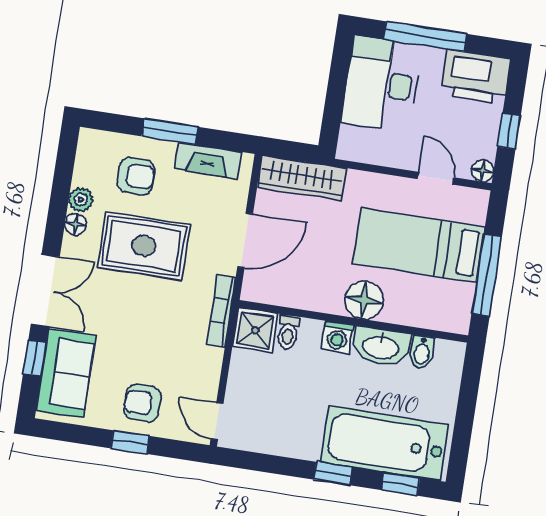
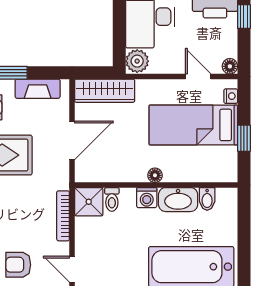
window: (509, 131) -> (244, 17), moved
plant: (354, 143) -> (137, 61), added
nightstand: (477, 213) -> (231, 96), added
window: (487, 275) -> (244, 138), width x0.46
floor lamp: (364, 300) -> (155, 175), width x0.53, depth x0.53
bookcase: (221, 311) -> (63, 216), moved

